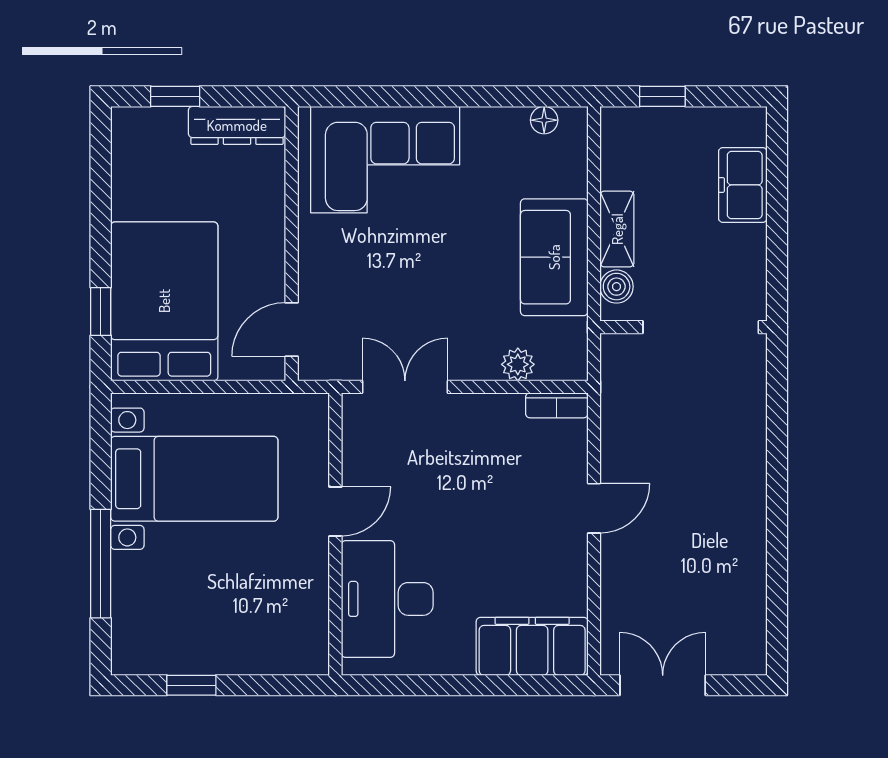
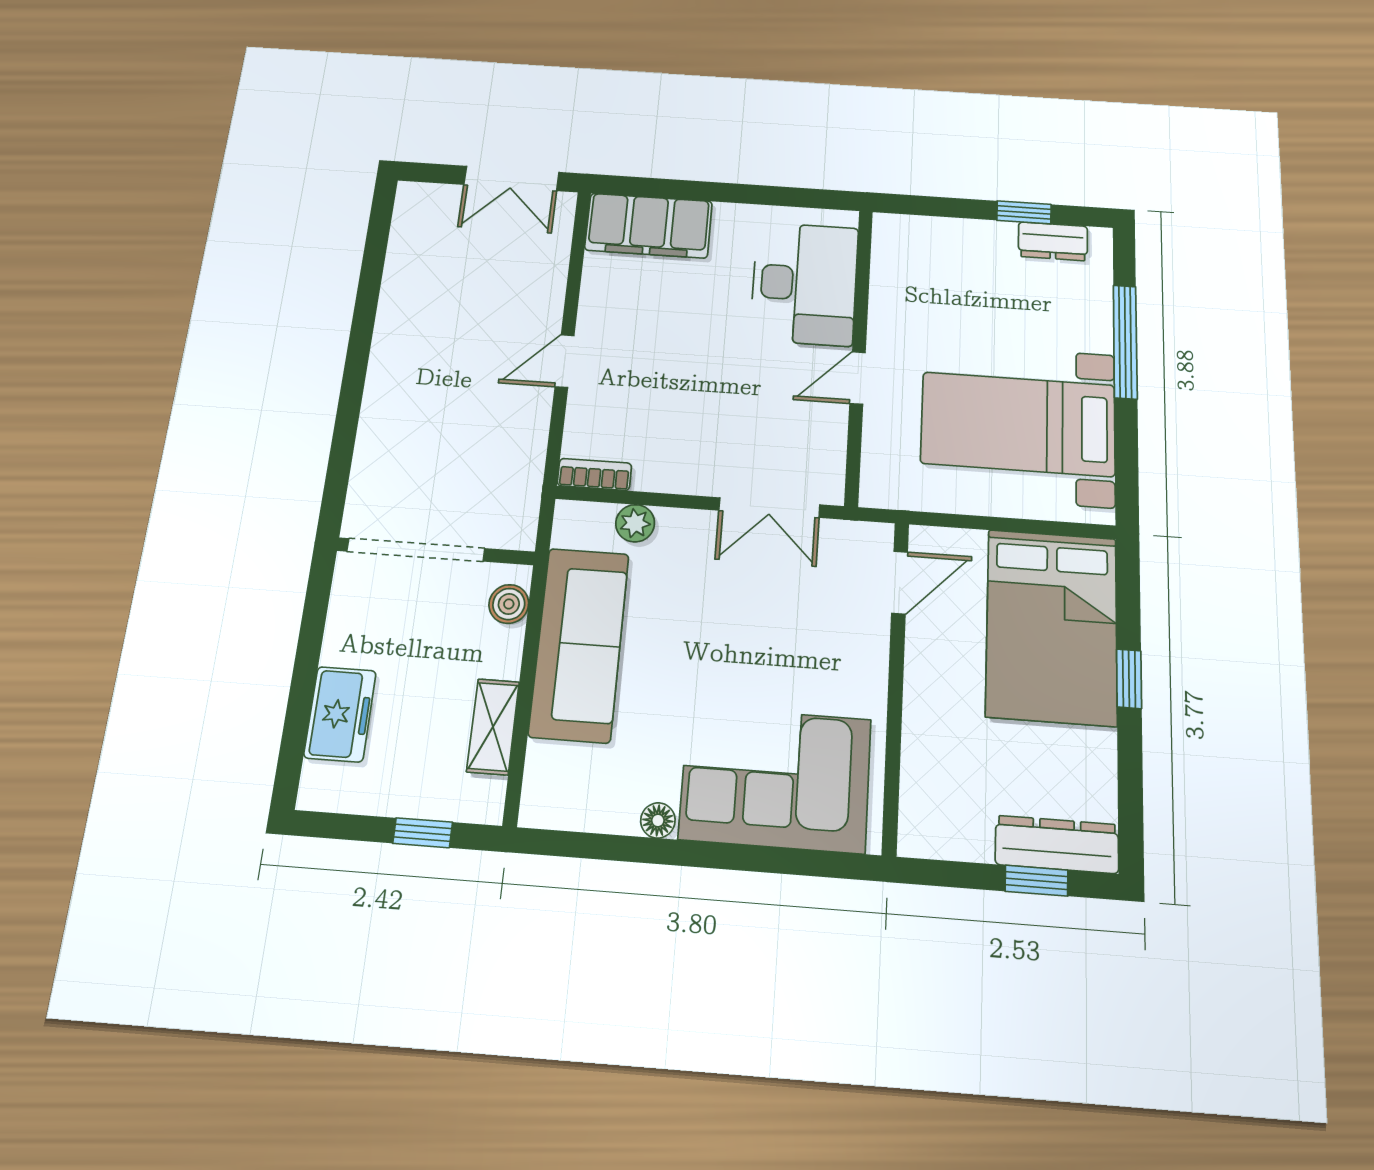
floor lamp: (544, 120) -> (658, 820), moved
dresser: (237, 125) -> (1057, 844), moved
shelving: (617, 229) -> (493, 727), moved
sofa: (554, 257) -> (579, 644), width x1.36
window: (101, 311) -> (1129, 679), moved
dresser: (165, 658) -> (1053, 241), added

